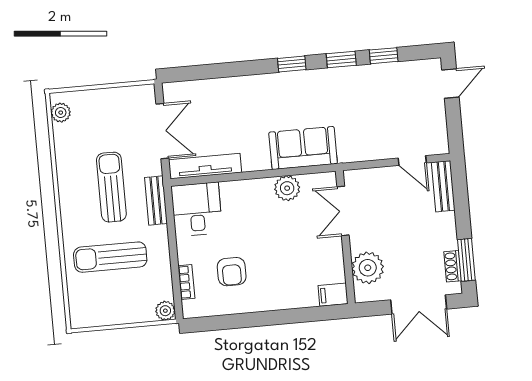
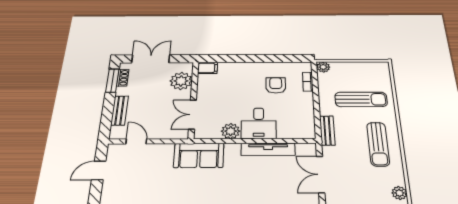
door: (450, 84) -> (99, 170), moved
sofa: (303, 148) -> (199, 155), moved
tv unit: (205, 166) -> (268, 149), moved
bench: (443, 186) -> (120, 110), moved
sun lounger: (111, 187) -> (378, 144), moved
desk: (197, 209) -> (259, 123), moved
double door: (343, 211) -> (192, 115), swing flipped

